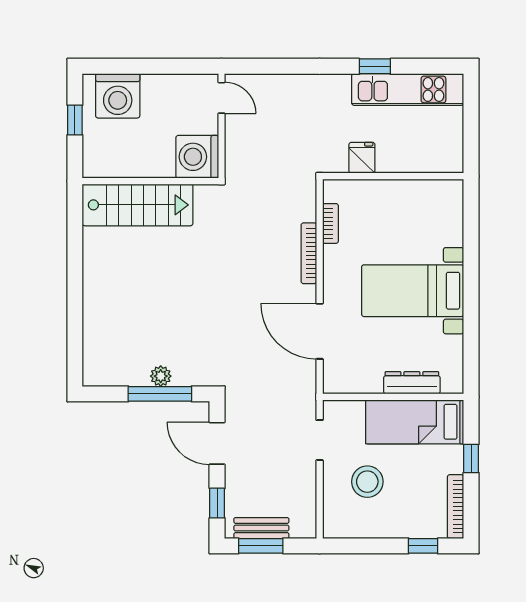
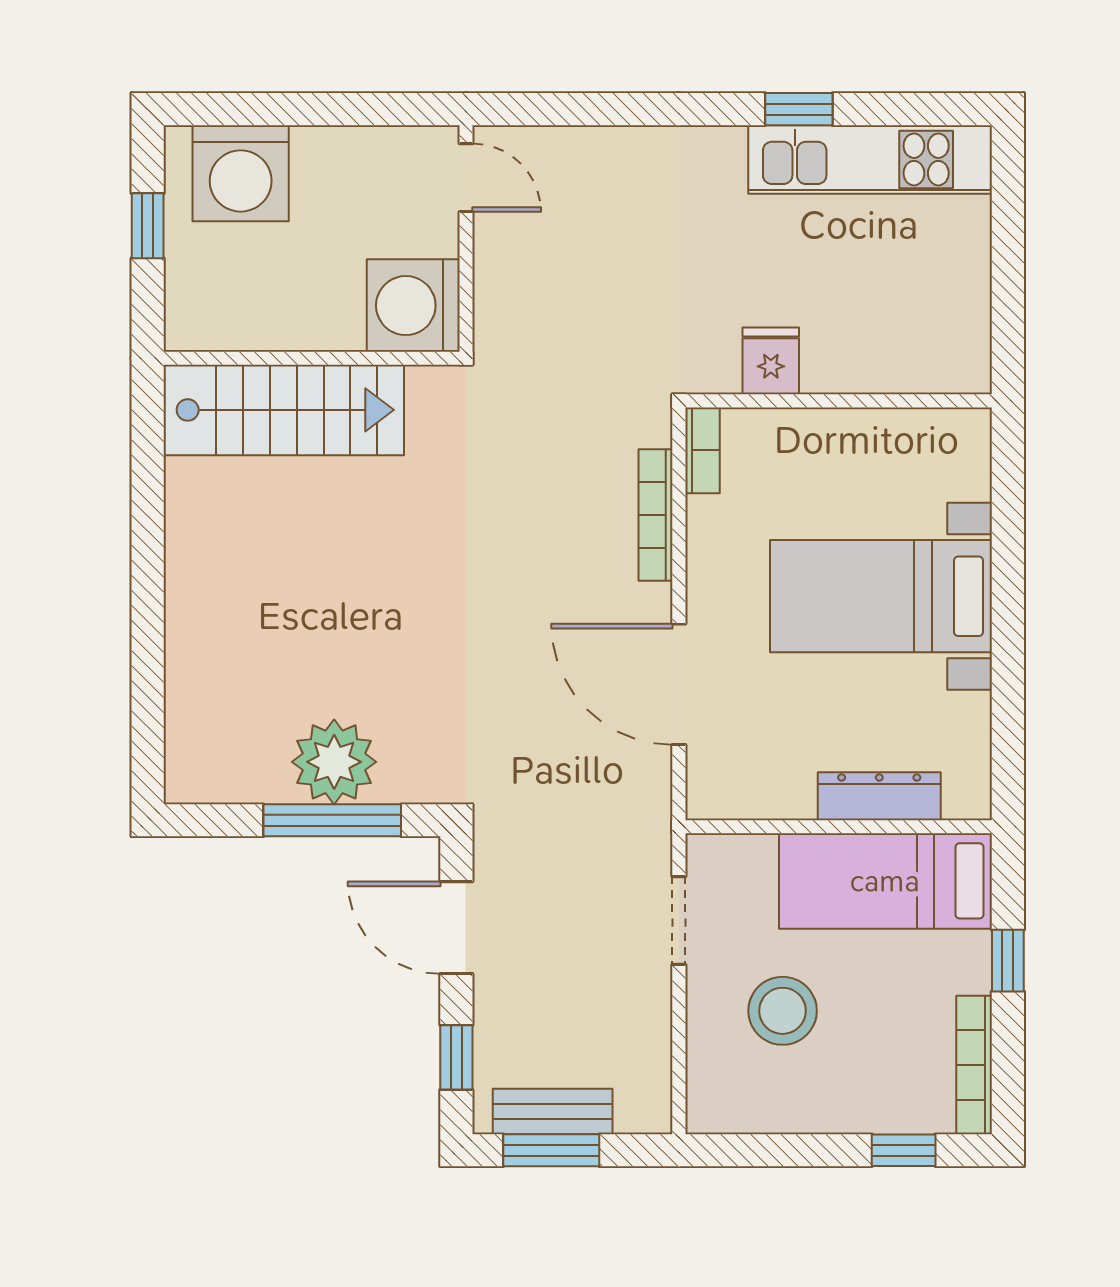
fridge: (362, 158) -> (771, 361), moved
wall: (393, 176) -> (839, 401), moved
plant: (161, 376) -> (334, 762), width x1.88, depth x1.88

